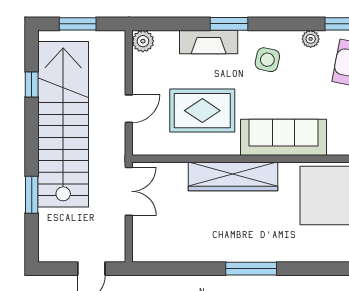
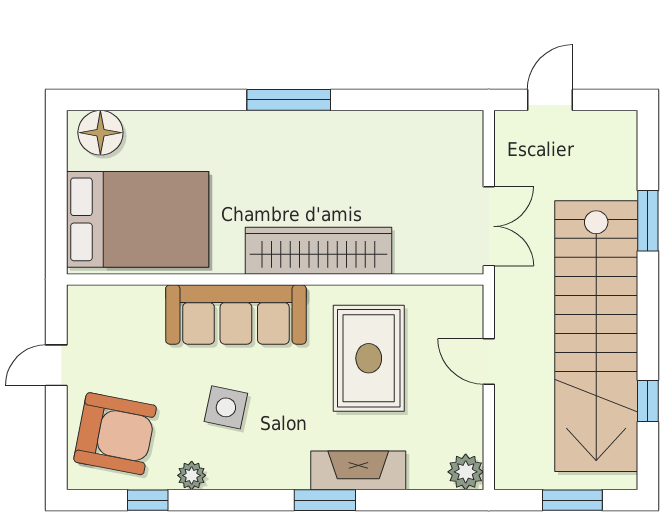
side table: (267, 60) -> (226, 407), moved
door: (129, 109) -> (489, 361), hinge flipped
rug: (202, 111) -> (369, 358), turned 90
double door: (129, 191) -> (489, 226), swing flipped

